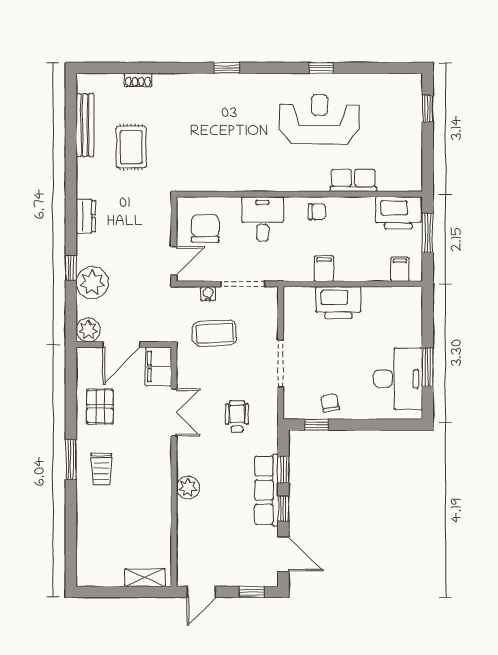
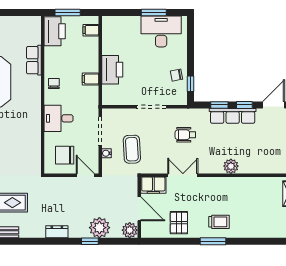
pallet: (100, 407) -> (179, 223), turned 90

